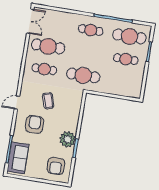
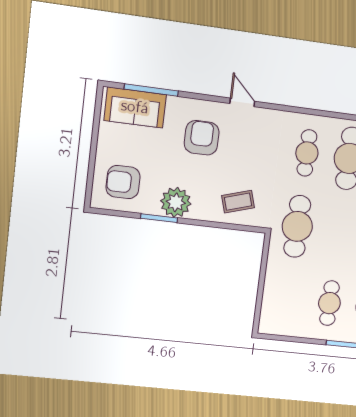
coffee table: (48, 101) -> (238, 202), moved
armchair: (35, 124) -> (202, 138), turned -90

